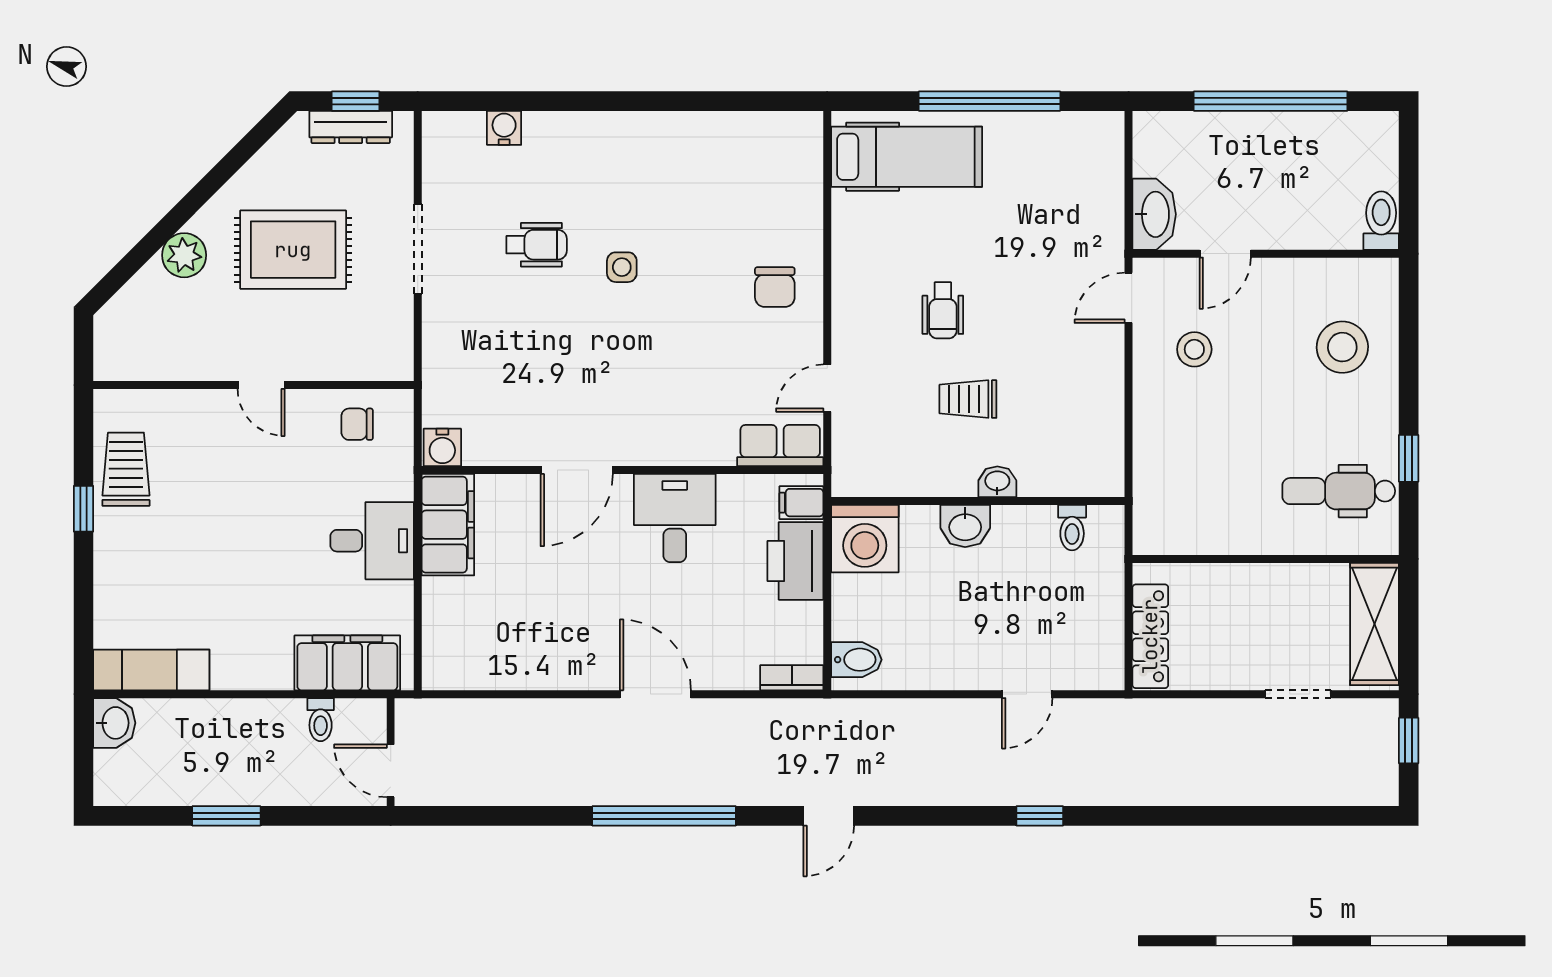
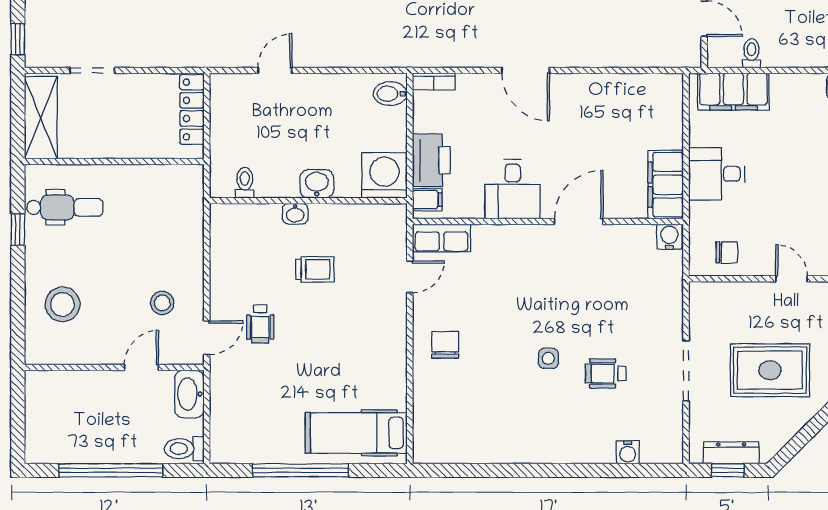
toilet: (1381, 221) -> (184, 449), moved, turned 90
wheelchair: (943, 310) -> (260, 324), moved, turned 180

